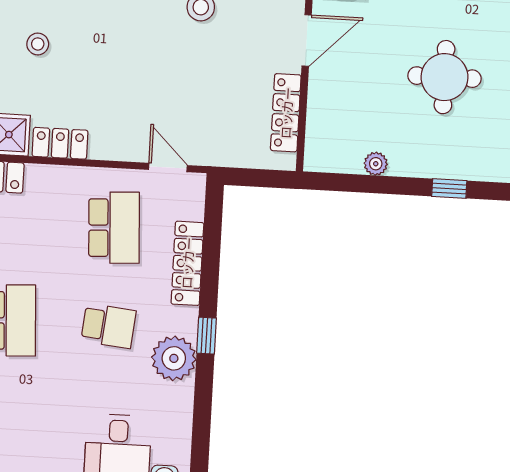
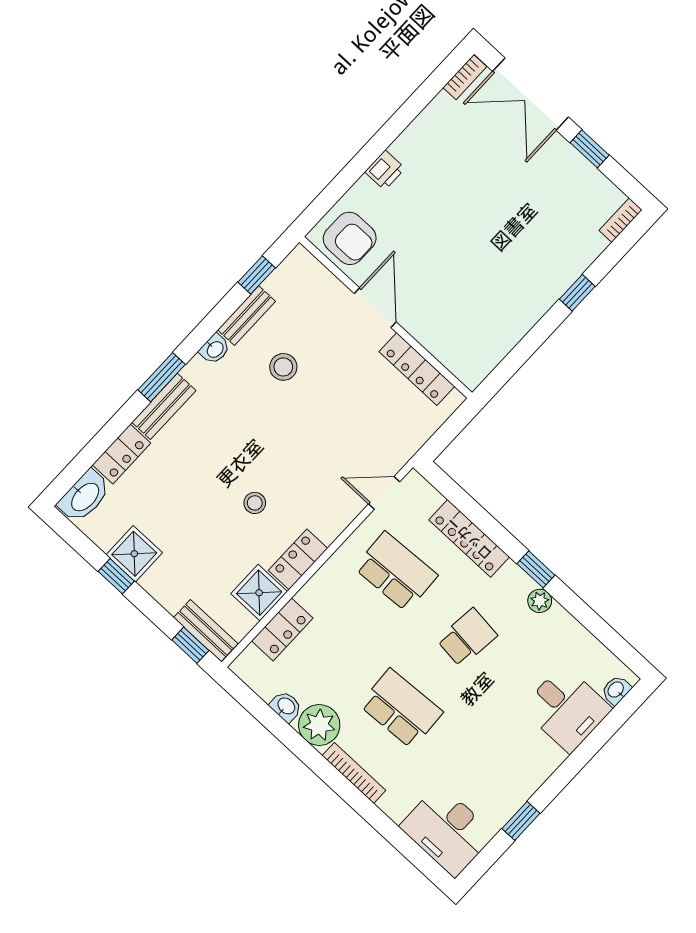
stool: (38, 44) -> (255, 503), moved
round table: (444, 77) -> (490, 226), removed
plant: (376, 164) -> (512, 333), removed
plant: (174, 358) -> (540, 601), width x0.53, depth x0.53

